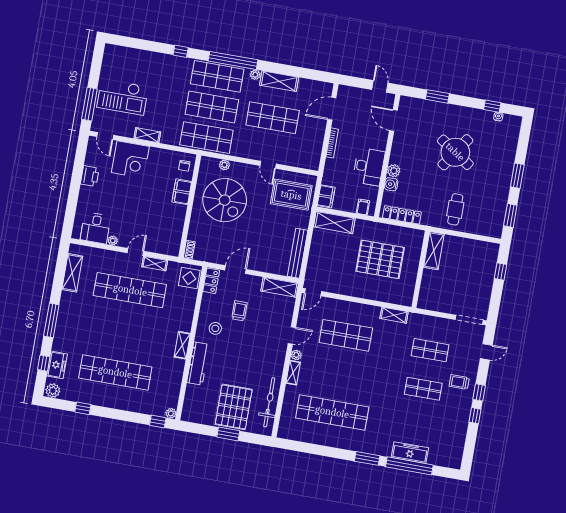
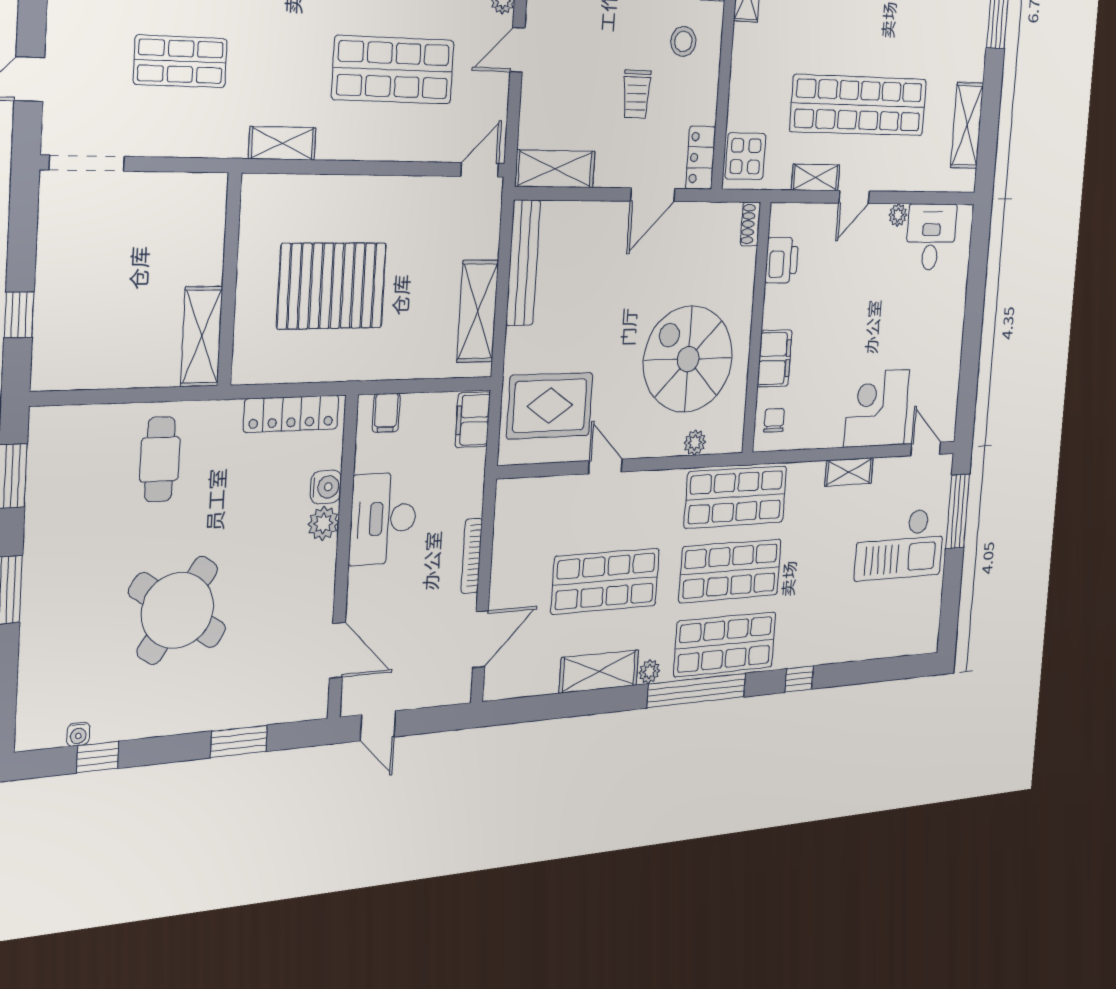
checkout: (123, 97) -> (900, 544), turned 180
printer: (90, 176) -> (782, 260), moved, turned 180
shelving: (334, 223) -> (478, 311), moved, turned 90

